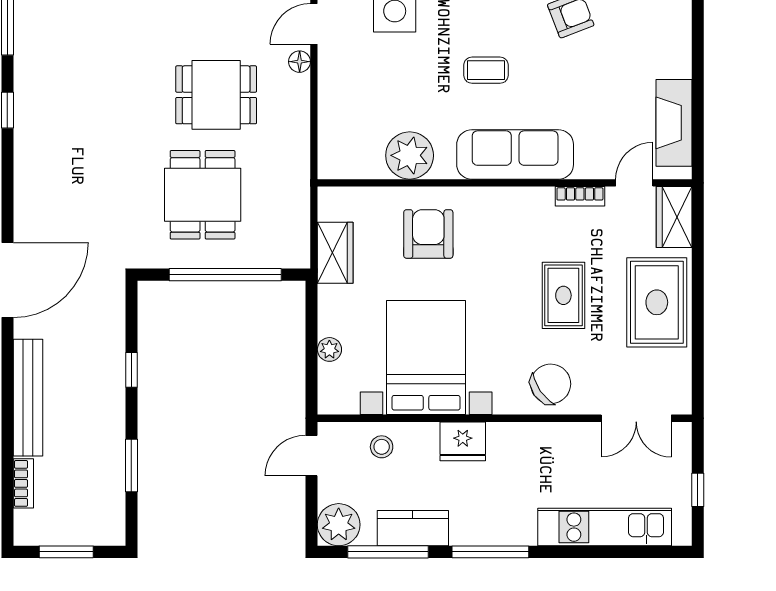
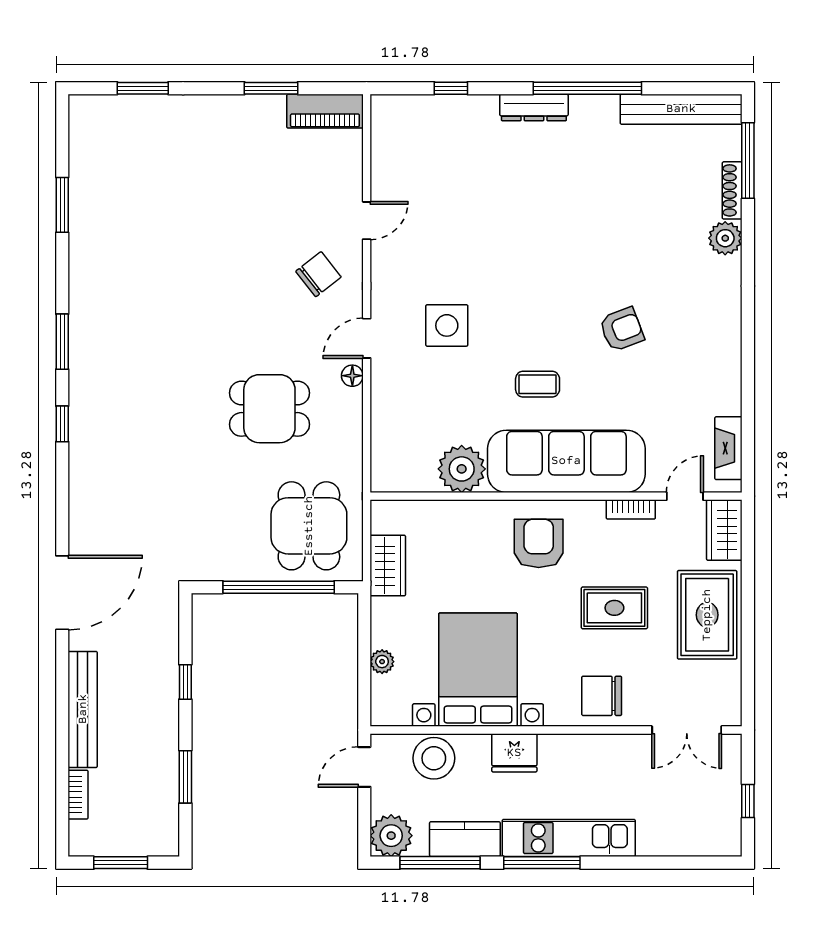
fireplace: (674, 123) -> (728, 448), width x0.73, depth x0.76
sofa: (515, 155) -> (566, 461), width x1.36, depth x1.27
dining table: (203, 195) -> (309, 526), moved
armchair: (428, 234) -> (539, 543), moved
rug: (563, 295) -> (614, 608), turned 90
chair: (551, 384) -> (602, 696), turned -145
stool: (382, 447) -> (434, 758), width x1.89, depth x1.89
kitchen unit: (605, 527) -> (569, 838), moved

